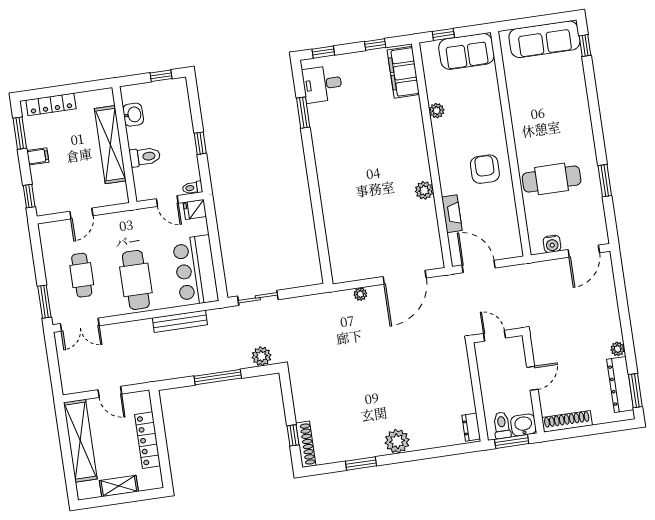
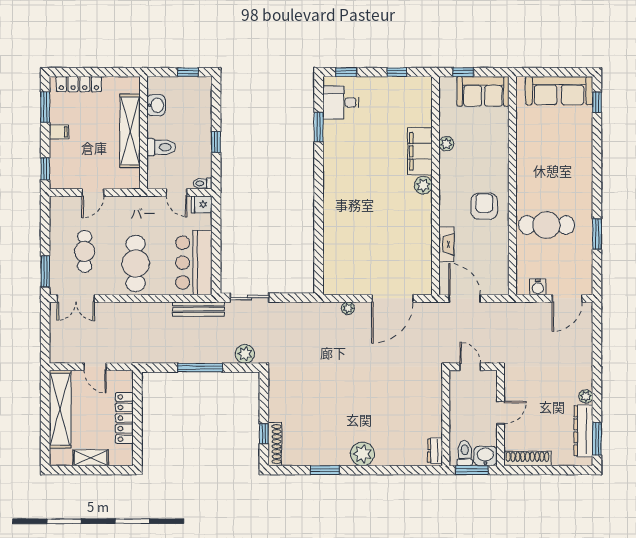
filing cabinet: (403, 72) -> (420, 151), moved
plant: (424, 190) -> (423, 185), moved
bench: (180, 321) -> (198, 309), moved

